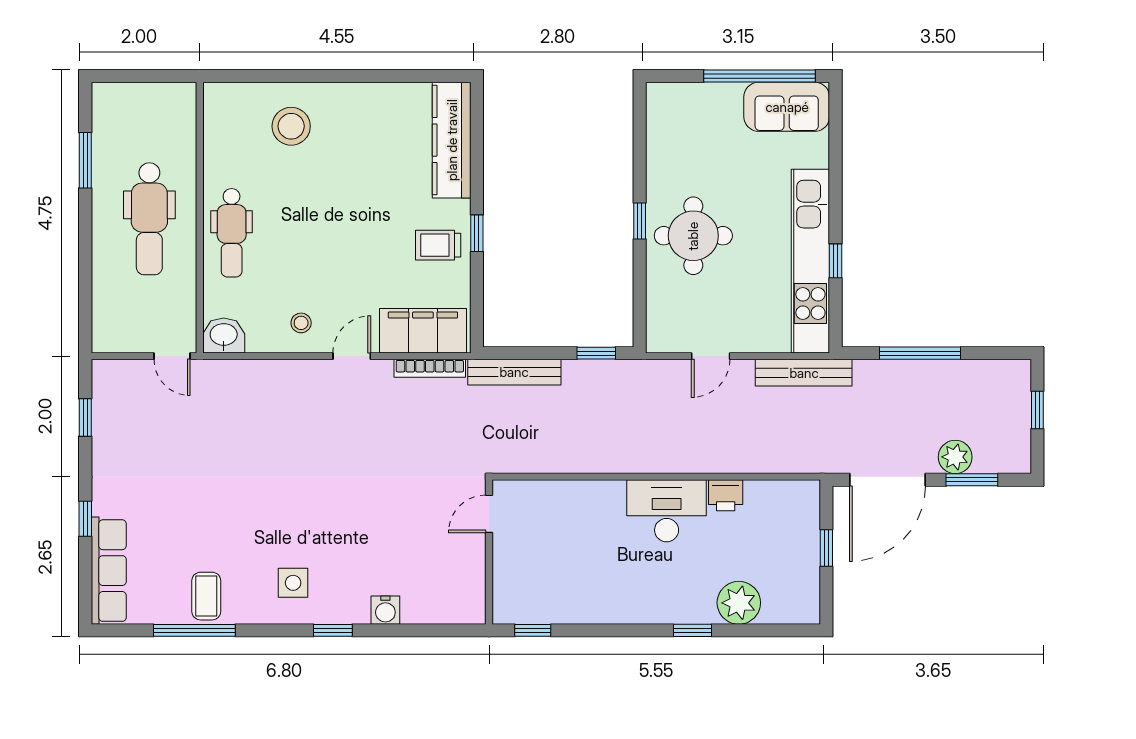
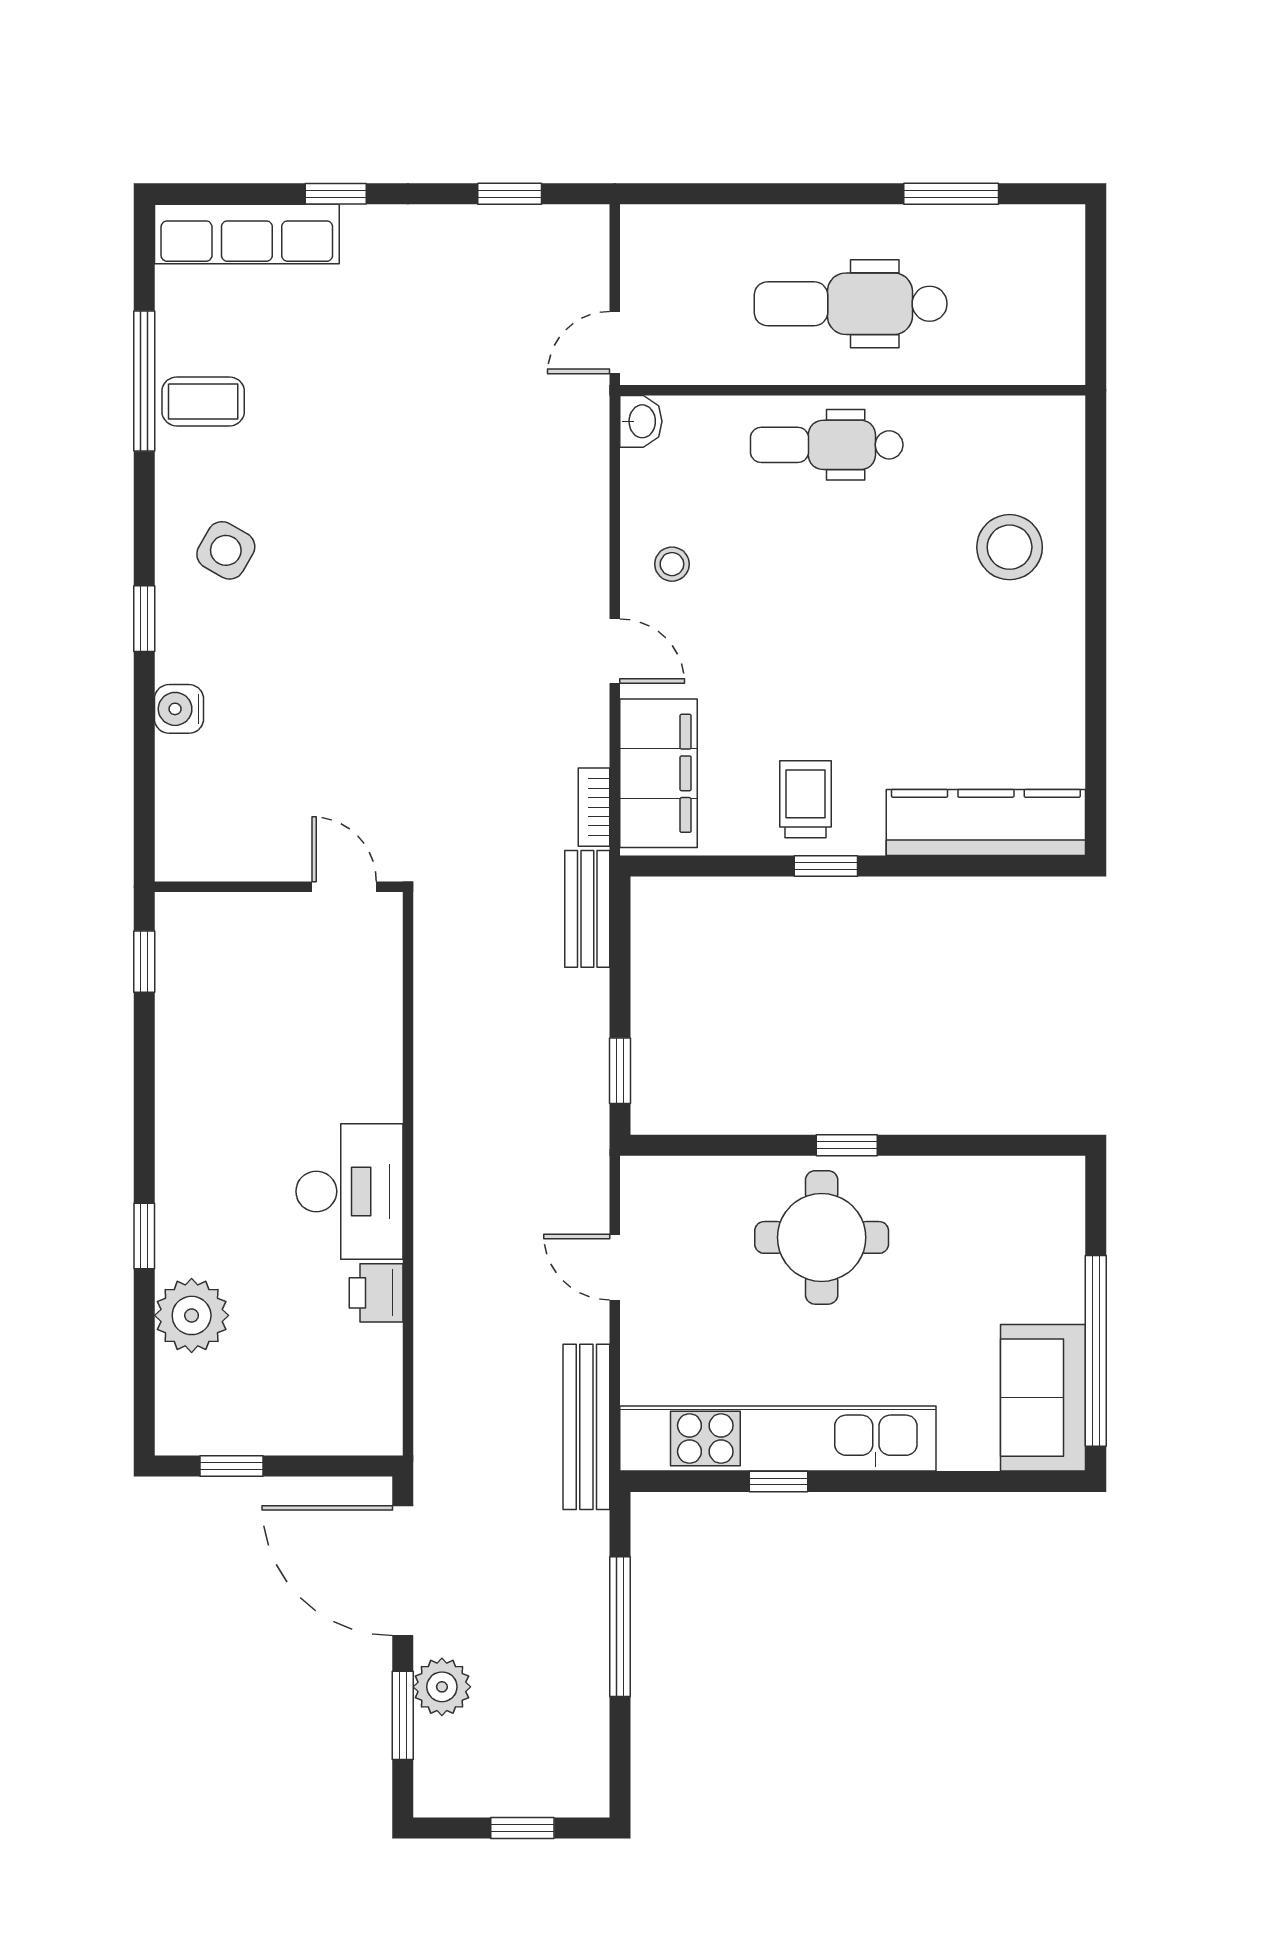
washbasin: (224, 336) -> (641, 421), width x0.72, depth x0.69
bookcase: (430, 368) -> (594, 807), width x0.64
bench: (514, 372) -> (587, 909), width x0.73
window: (826, 548) -> (231, 1466), moved
side table: (293, 583) -> (226, 550), turned 30

